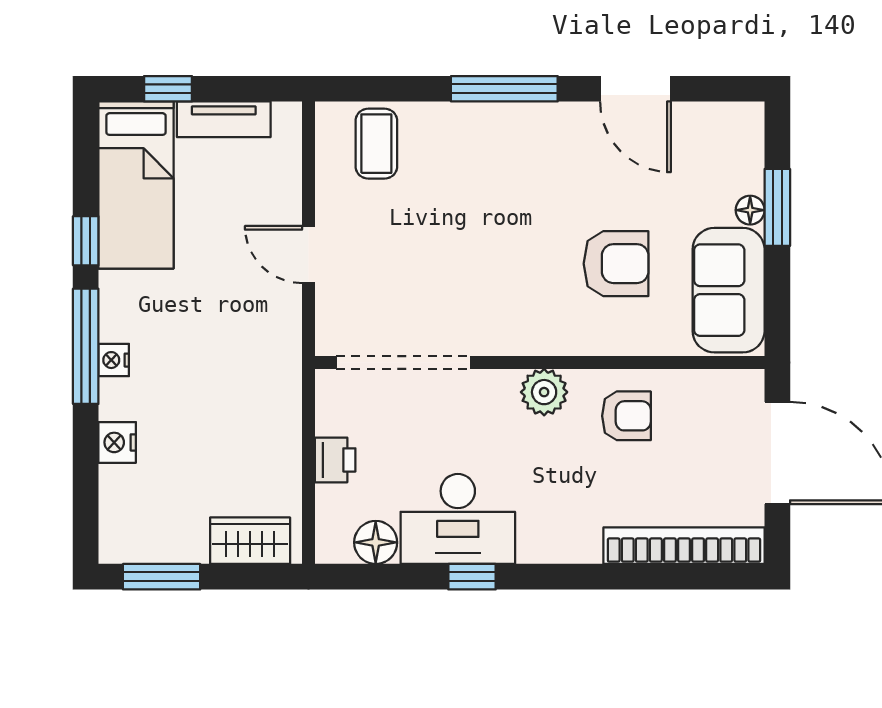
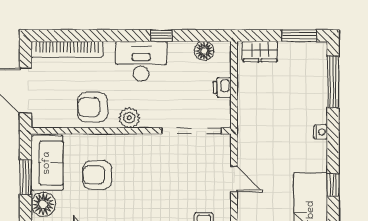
window: (777, 207) -> (26, 177), moved
floor lamp: (750, 210) -> (43, 204), width x1.89, depth x1.89
window: (86, 346) -> (333, 82), moved
armchair: (626, 416) -> (93, 107), width x1.38, depth x1.38
nightstand: (117, 442) -> (319, 95), removed
desk: (458, 519) -> (141, 61), moved

